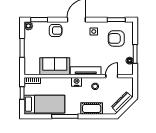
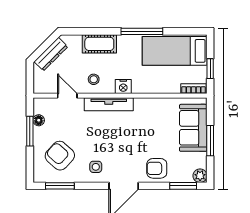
armchair: (116, 38) -> (60, 156), turned -138
sofa: (55, 66) -> (193, 128), moved, turned 90
door: (112, 76) -> (67, 96), swing flipped

